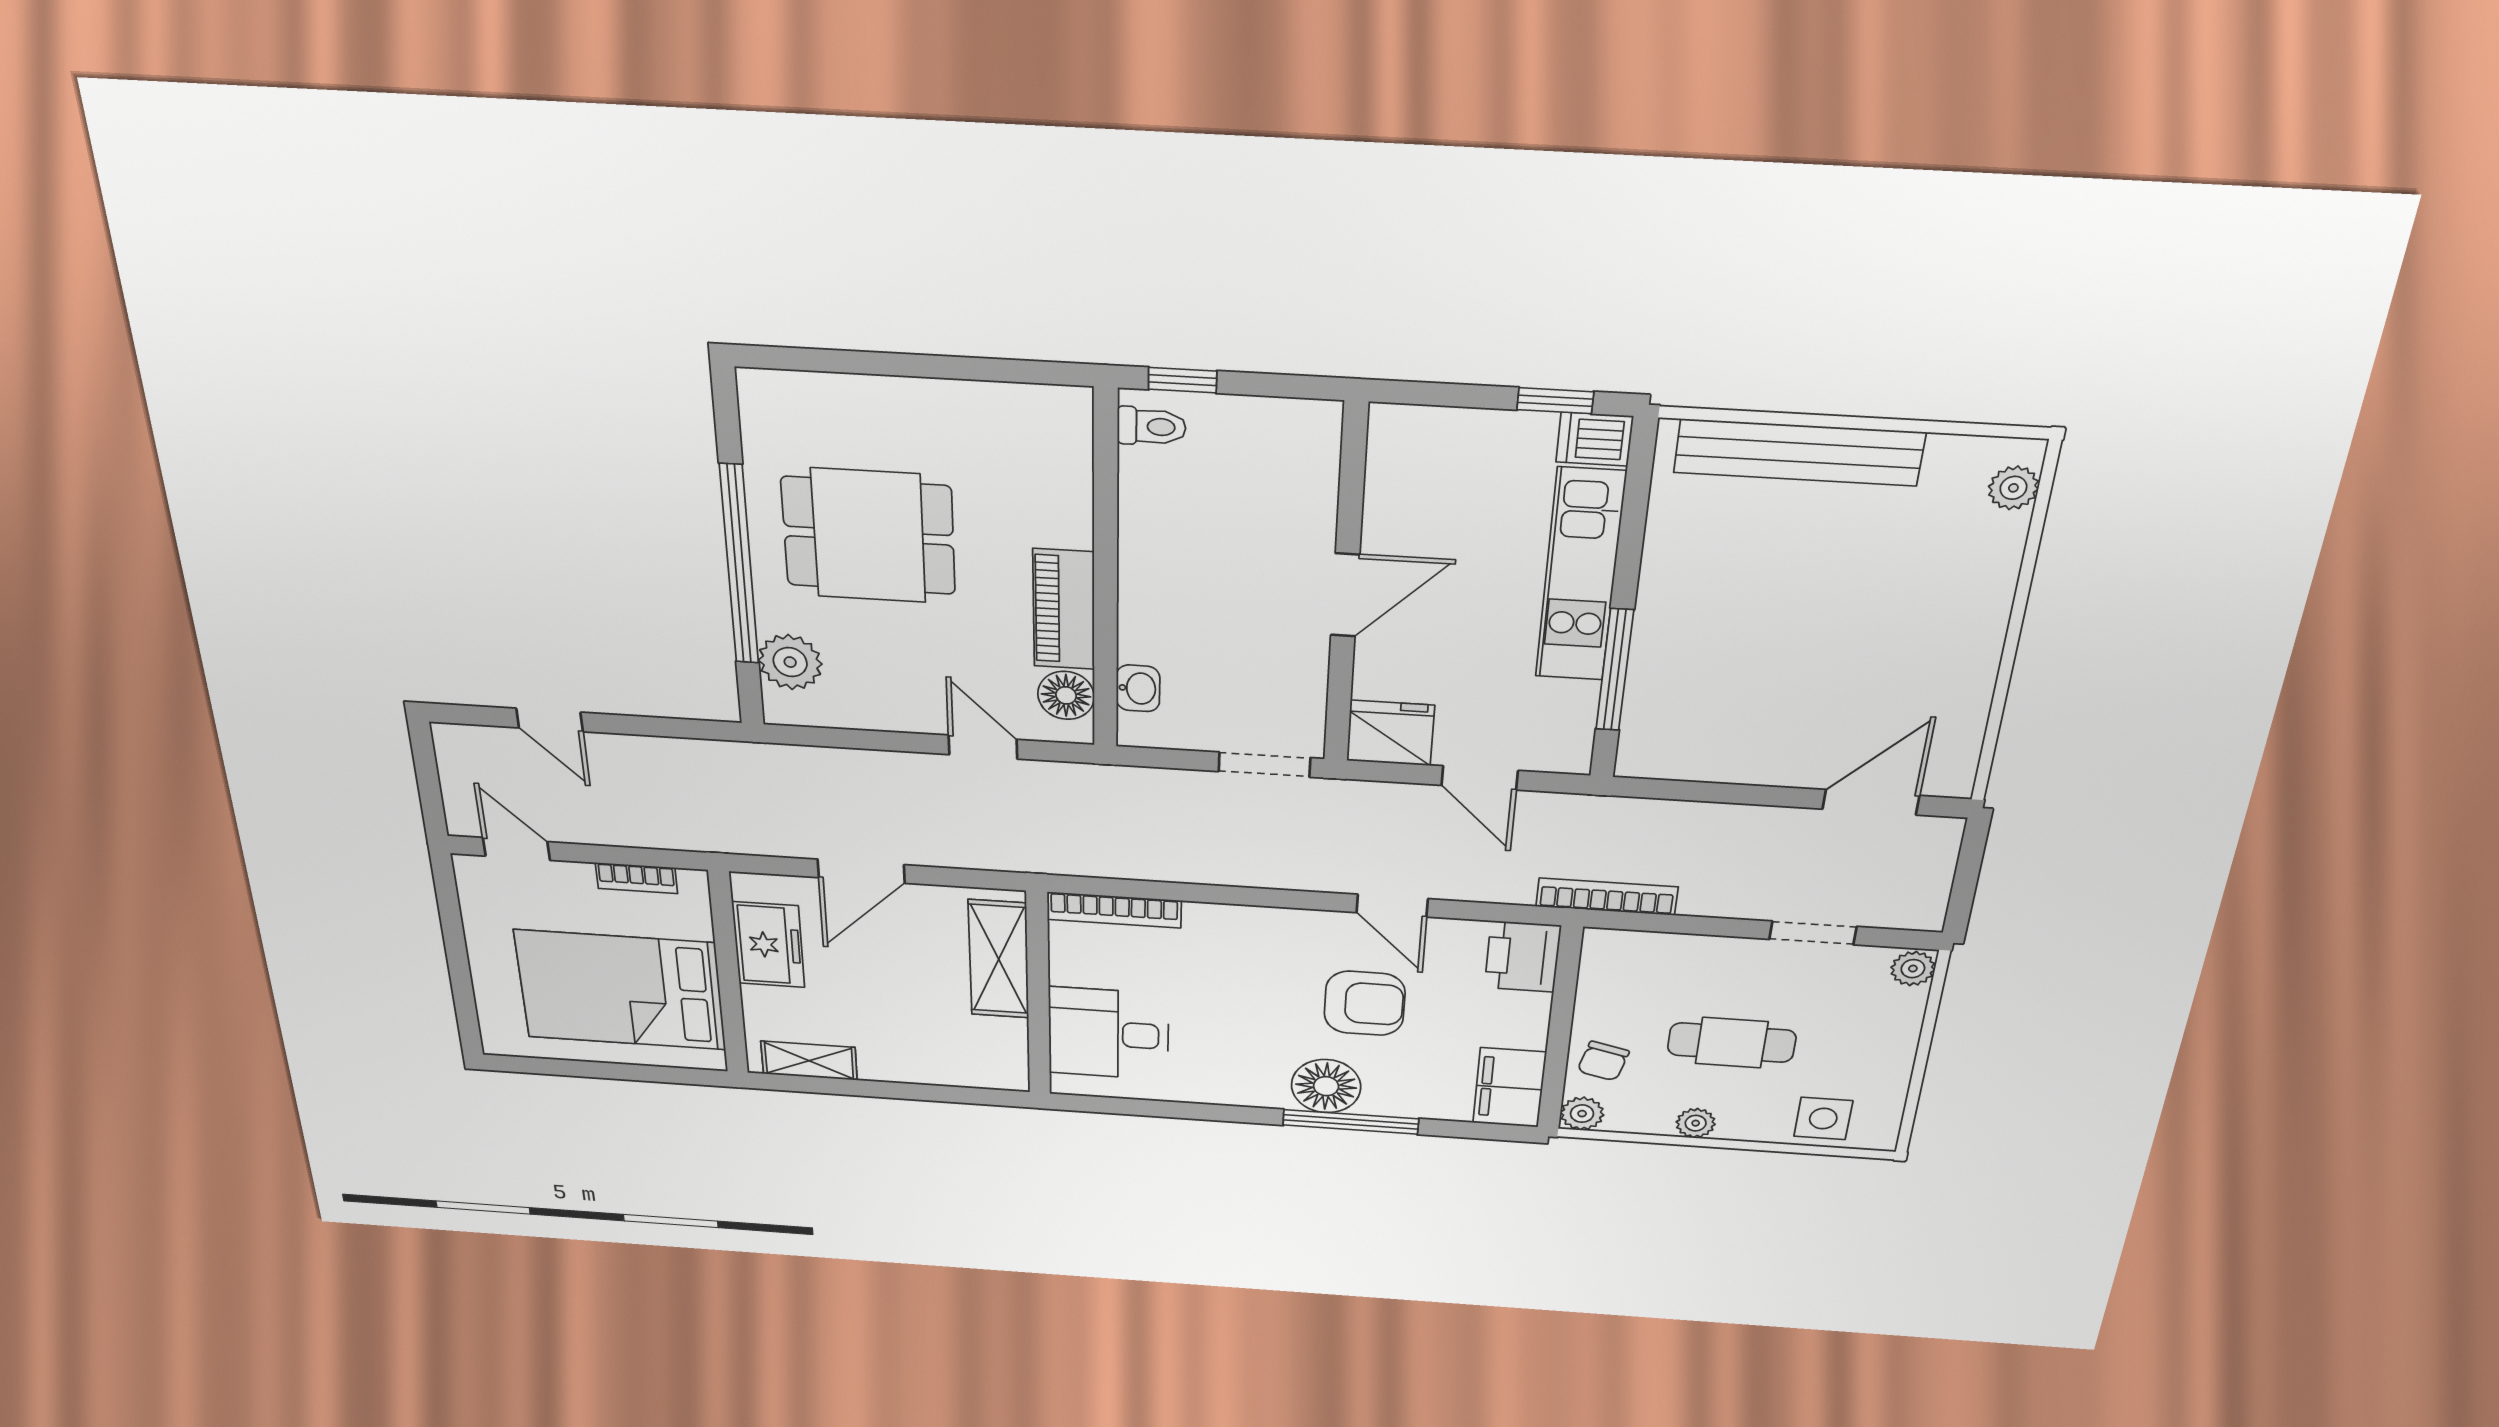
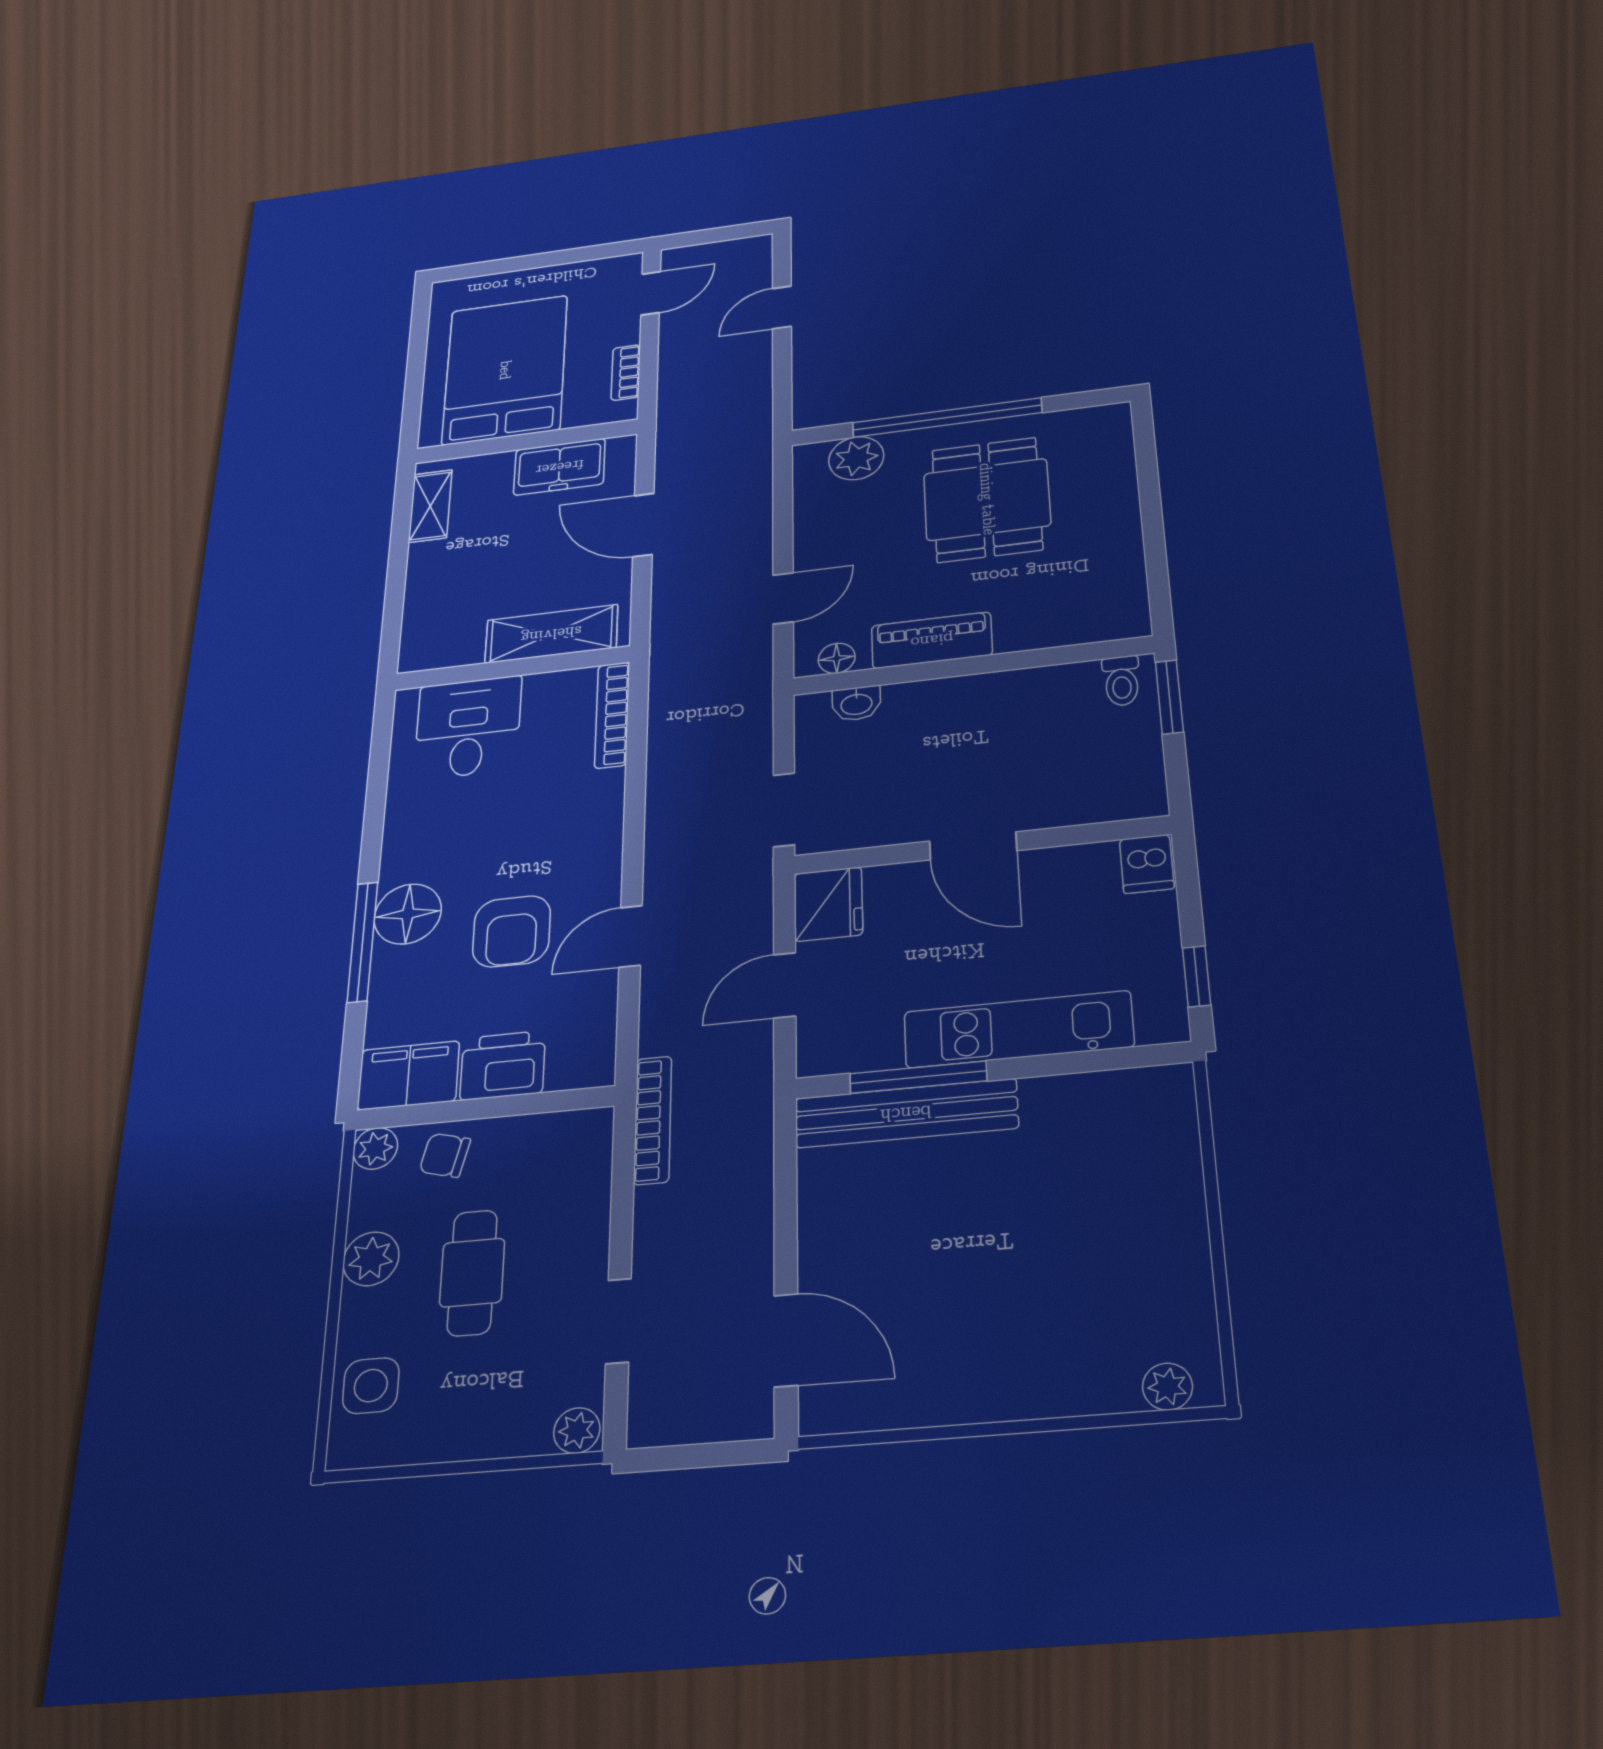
window: (1183, 380) -> (1169, 697), width x1.50
dishwasher: (1595, 439) -> (1147, 864), moved, turned 180
bench: (1799, 452) -> (906, 1113), moved, turned 90
floor lamp: (1066, 695) -> (837, 658), width x0.73, depth x0.73
printer: (1523, 957) -> (503, 1065), moved
plant: (1696, 1123) -> (371, 1259), width x1.38, depth x1.38

